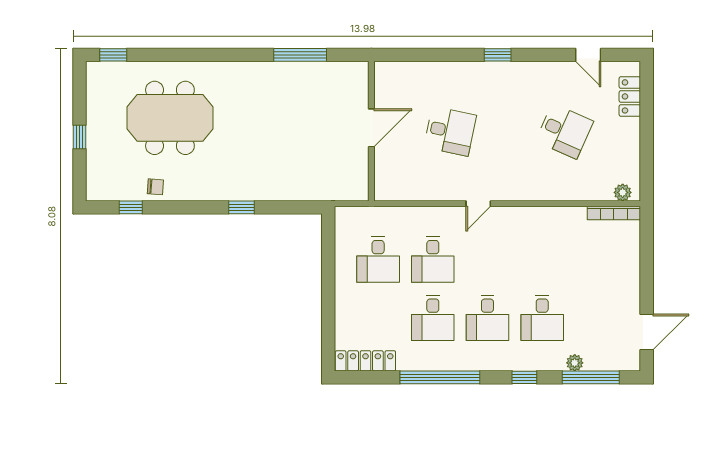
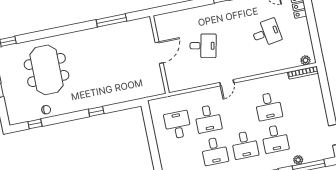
meeting table: (170, 118) -> (47, 70), turned 90
desk: (564, 131) -> (266, 33), turned -33
desk: (378, 259) -> (178, 125), turned 180
desk: (542, 259) -> (269, 106), added

